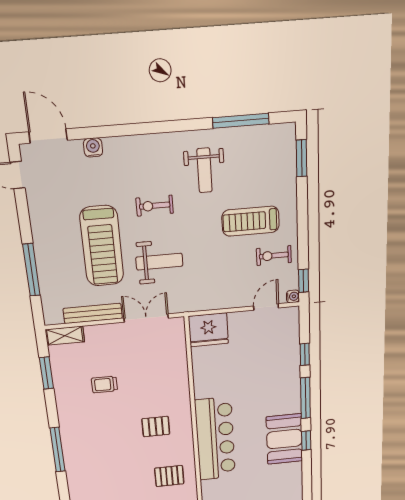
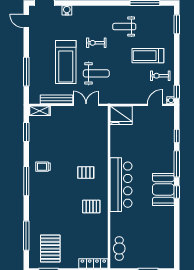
weight bench: (204, 170) -> (124, 27), turned 90
trolley: (104, 384) -> (43, 167), moved

